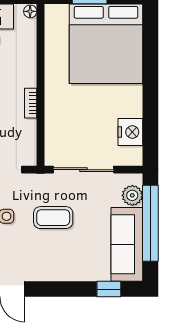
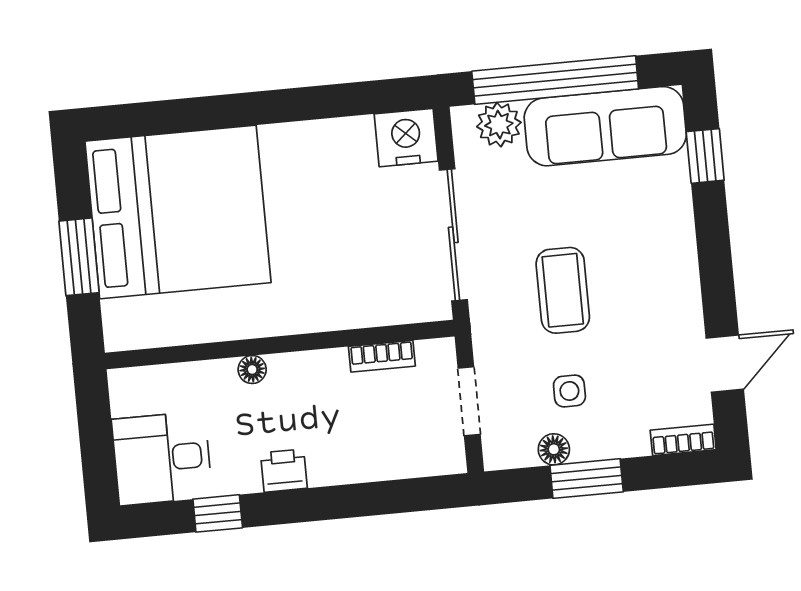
floor lamp: (30, 11) -> (252, 370), moved
bookcase: (31, 103) -> (382, 356), moved
nightstand: (130, 132) -> (406, 138), moved

